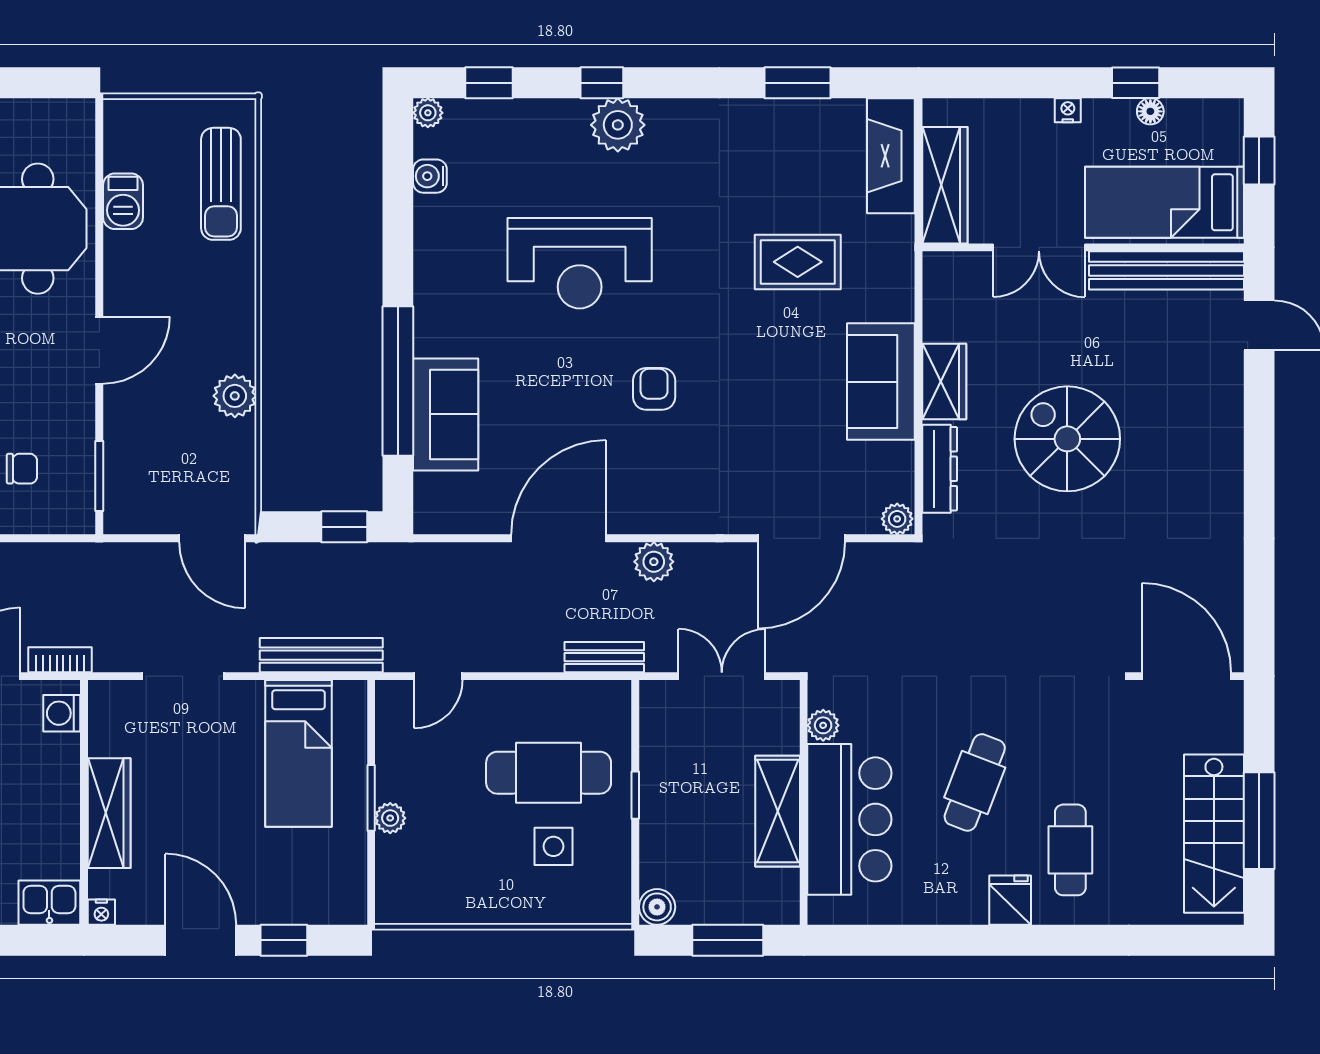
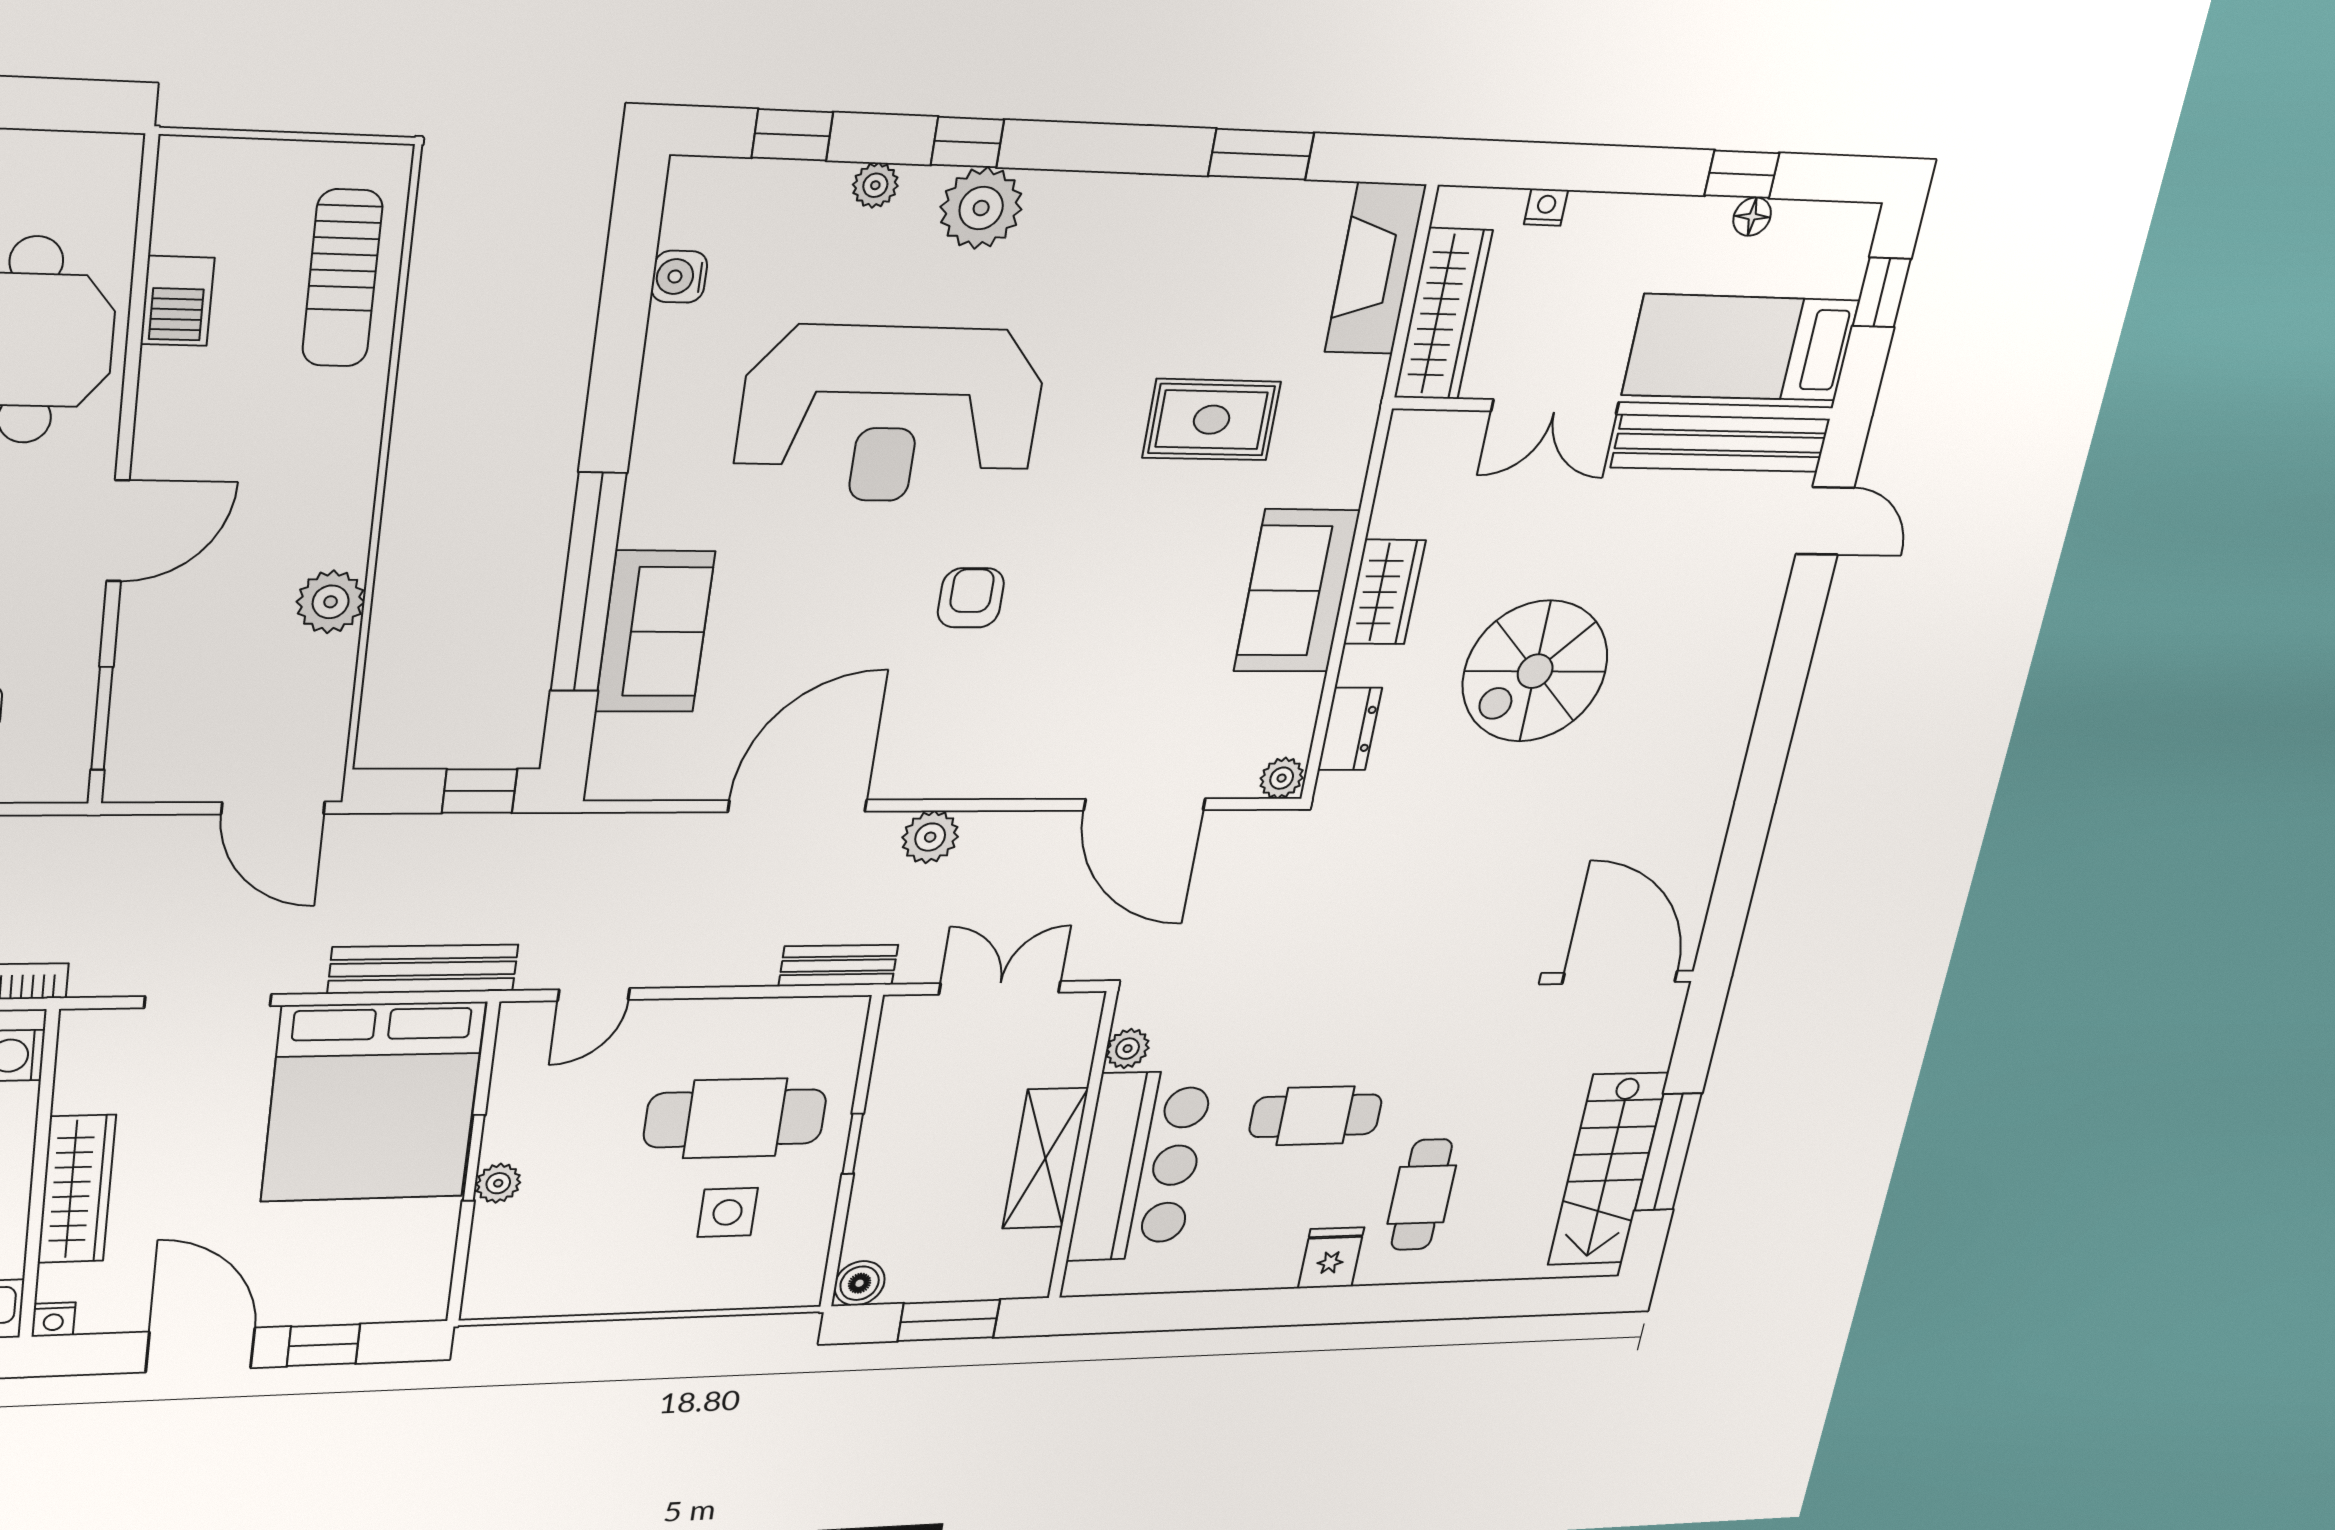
nightstand: (1068, 110) -> (1546, 207), moved
plant: (428, 113) -> (875, 185), moved
reception desk: (580, 263) -> (890, 414), width x1.36, depth x1.30
spiral stairs: (1067, 439) -> (1535, 671), turned -90
dresser: (940, 469) -> (1350, 729), width x0.70
door: (802, 538) -> (1145, 804), hinge flipped
bed: (298, 753) -> (373, 1102), width x2.04
cafe table: (975, 782) -> (1316, 1116), turned 69

